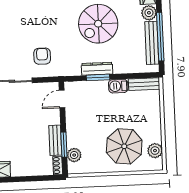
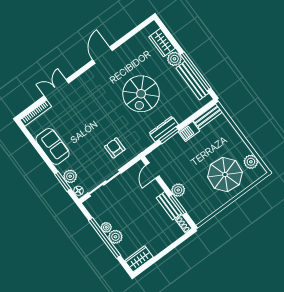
plant: (74, 155) -> (178, 190), moved

